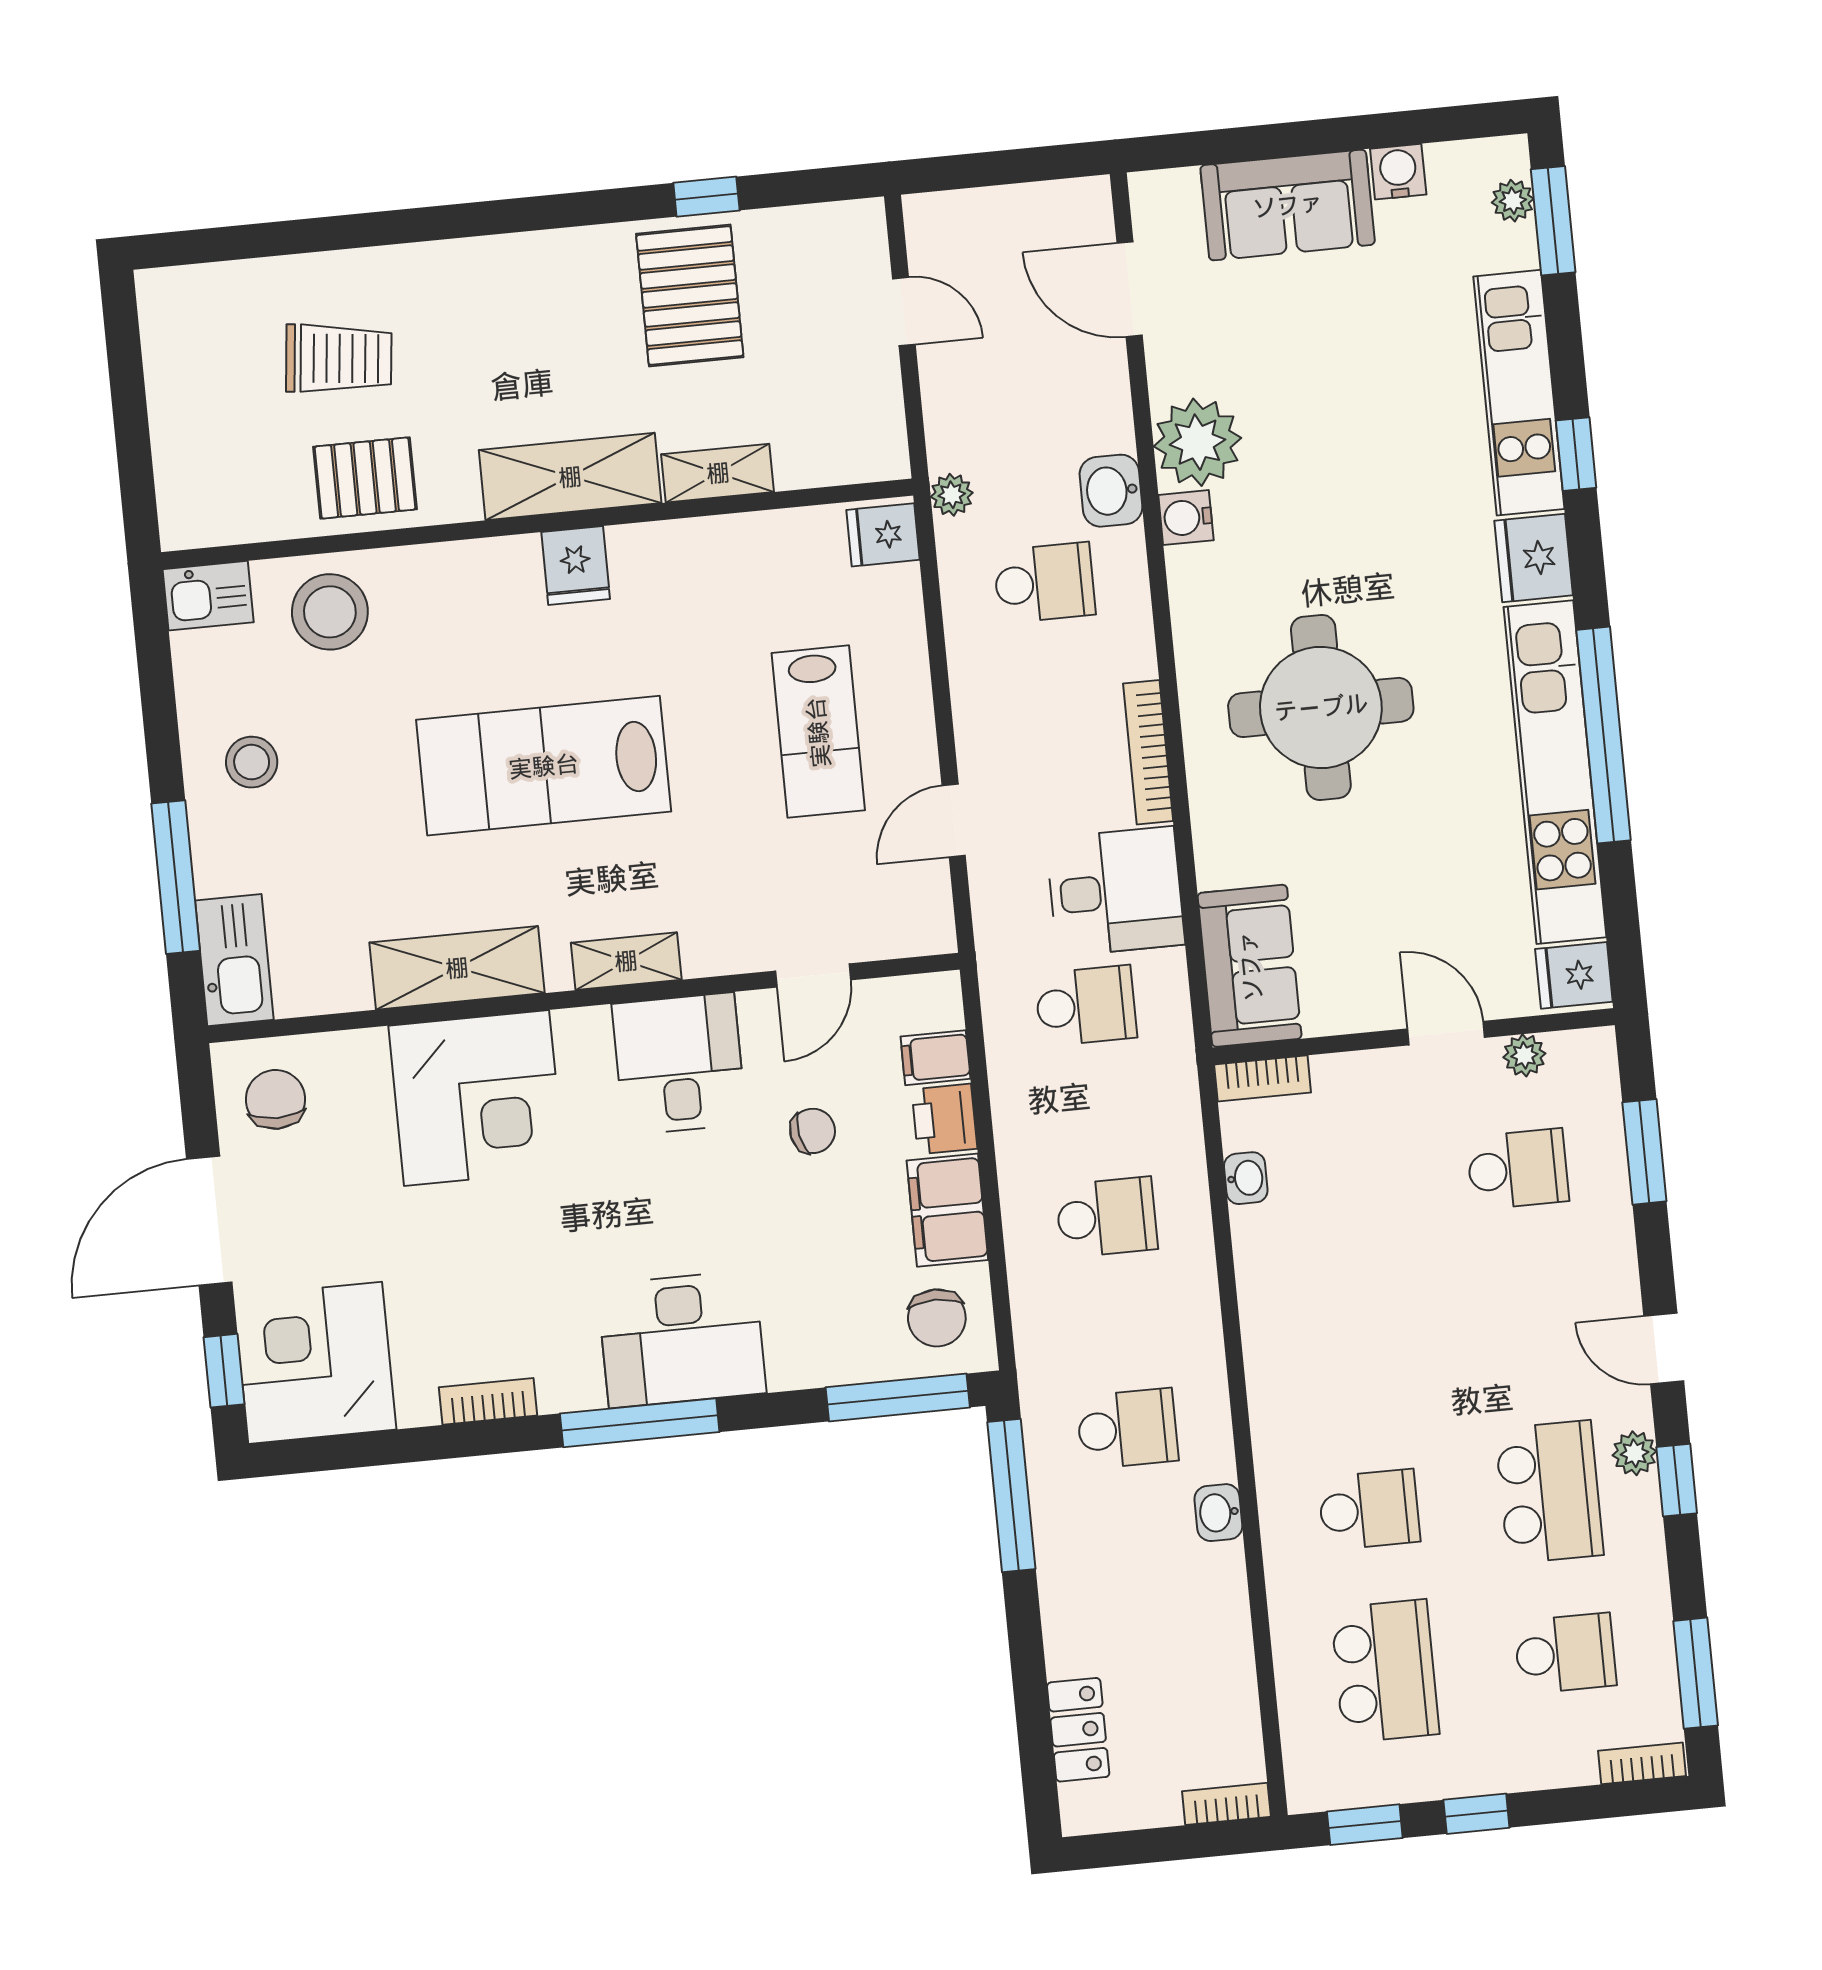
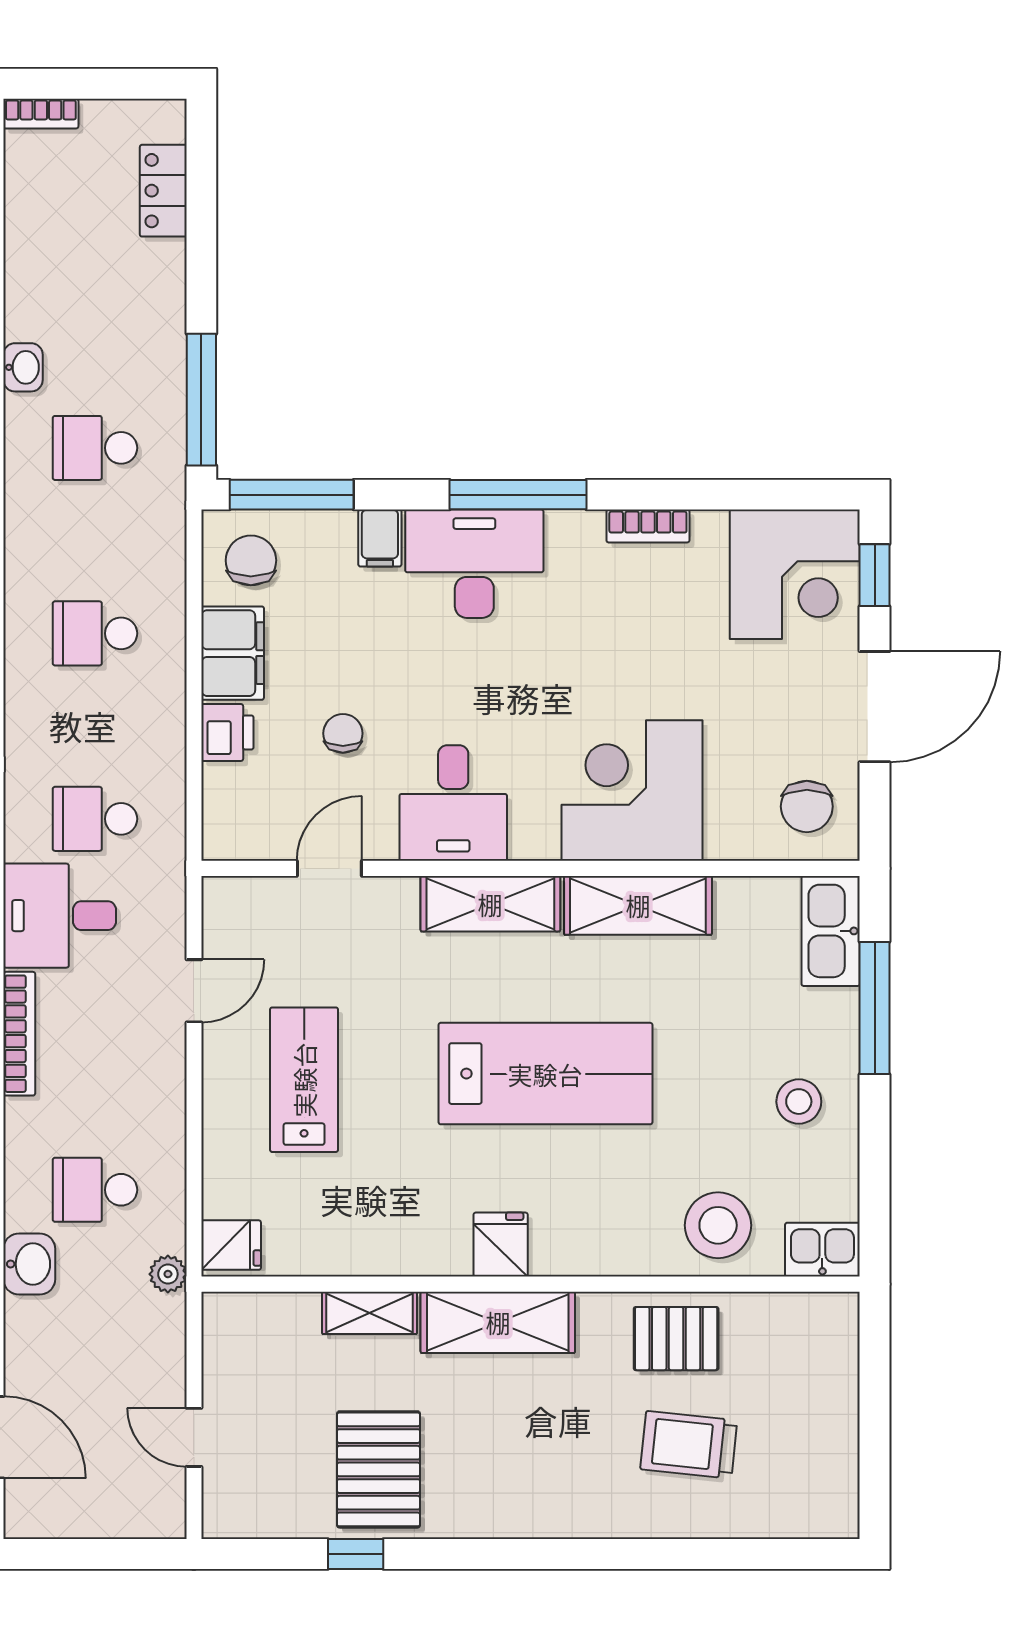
shelving: (626, 961) -> (490, 904), width x1.50, depth x1.33
filing cabinet: (936, 1058) -> (380, 538), moved, turned 90
chair: (813, 1131) -> (343, 733), turned 101

